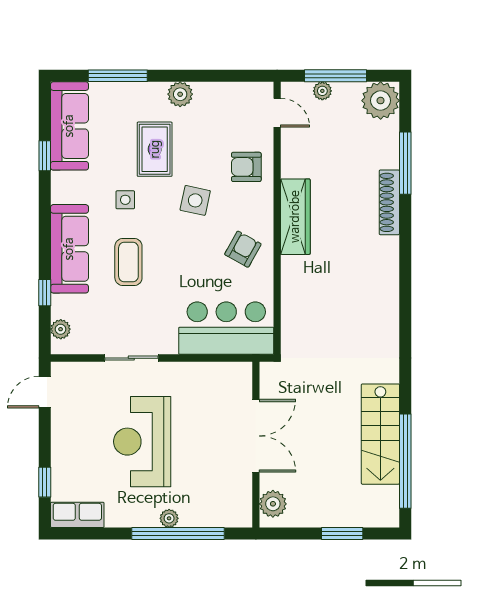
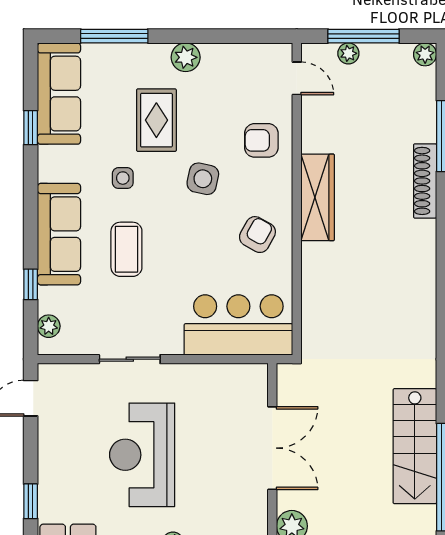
plant: (381, 101) -> (425, 54), width x0.53, depth x0.53

